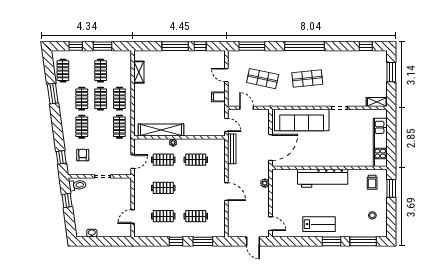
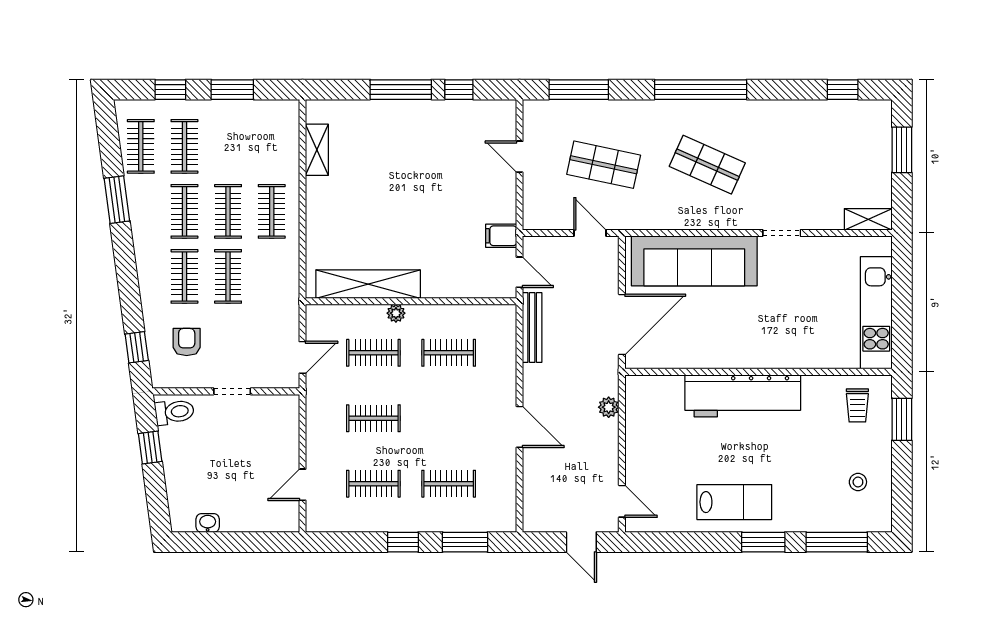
clothes rail: (101, 71) -> (184, 146), moved
shop shelf: (307, 79) -> (707, 165), turned 30
filing cabinet: (218, 97) -> (501, 236), moved
door: (247, 108) -> (590, 233), moved
clothes rail: (119, 127) -> (228, 276), moved

